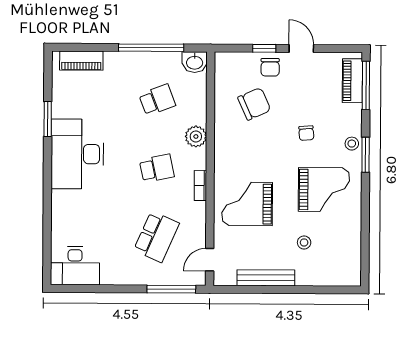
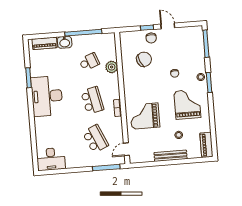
washbasin: (195, 62) -> (65, 42), moved
piano: (352, 81) -> (206, 145), moved
plant: (196, 136) -> (112, 67), moved
school desk: (157, 168) -> (92, 100), width x1.85
grand piano: (324, 190) -> (187, 104), turned -90
school desk: (156, 237) -> (95, 139), turned -48
bench: (266, 278) -> (171, 156), moved

